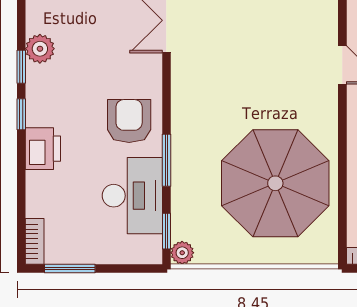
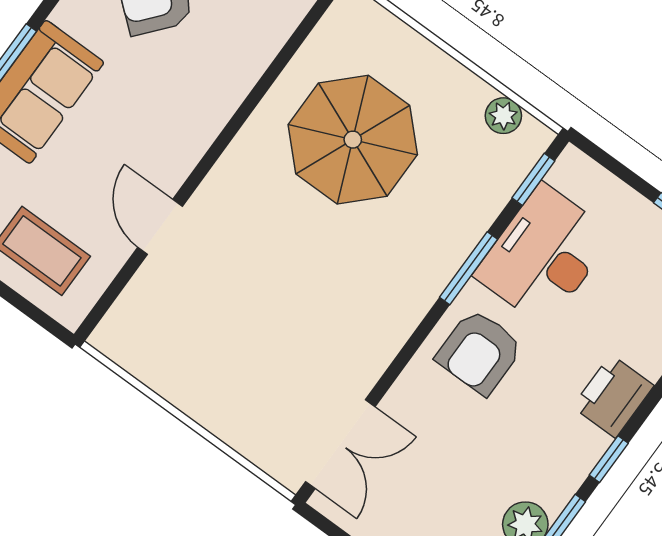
parasol: (275, 183) -> (353, 140), width x0.73, depth x0.73
plant: (182, 253) -> (503, 116), moved

